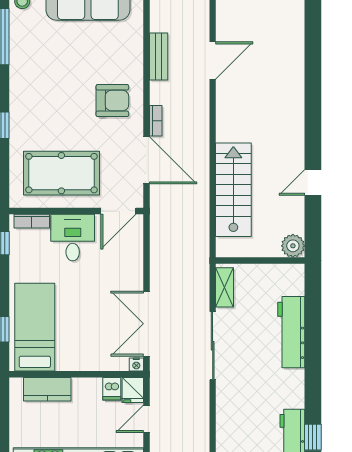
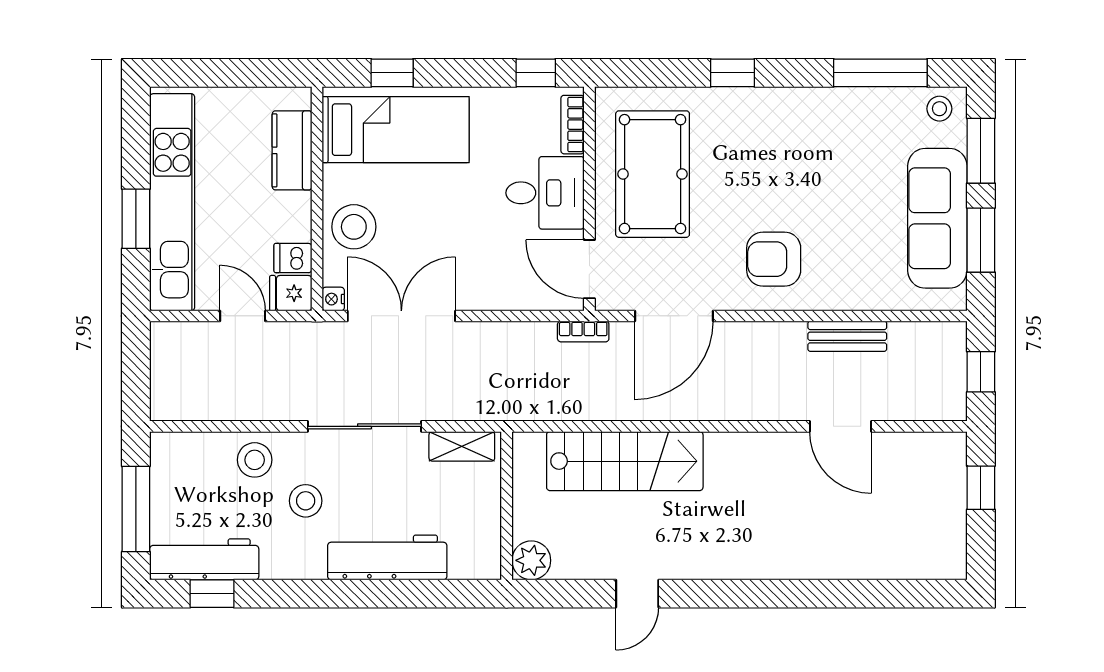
armchair: (112, 101) -> (774, 259), turned 90
bookcase: (156, 121) -> (583, 331), moved
door: (313, 182) -> (637, 594), swing flipped
stool: (93, 352) -> (354, 227), added
stool: (257, 381) -> (306, 501), added
stool: (233, 412) -> (255, 460), added

